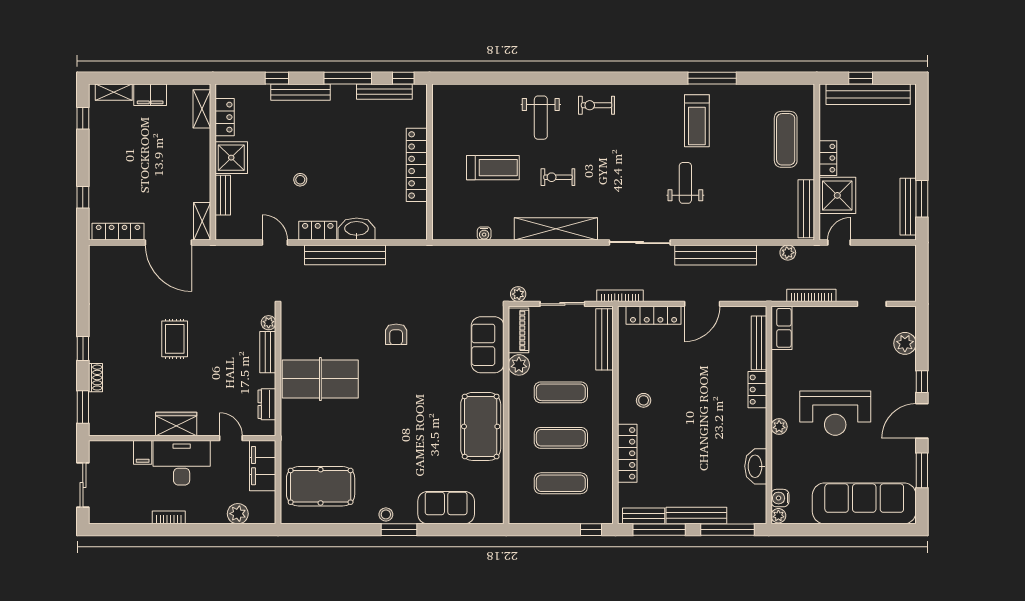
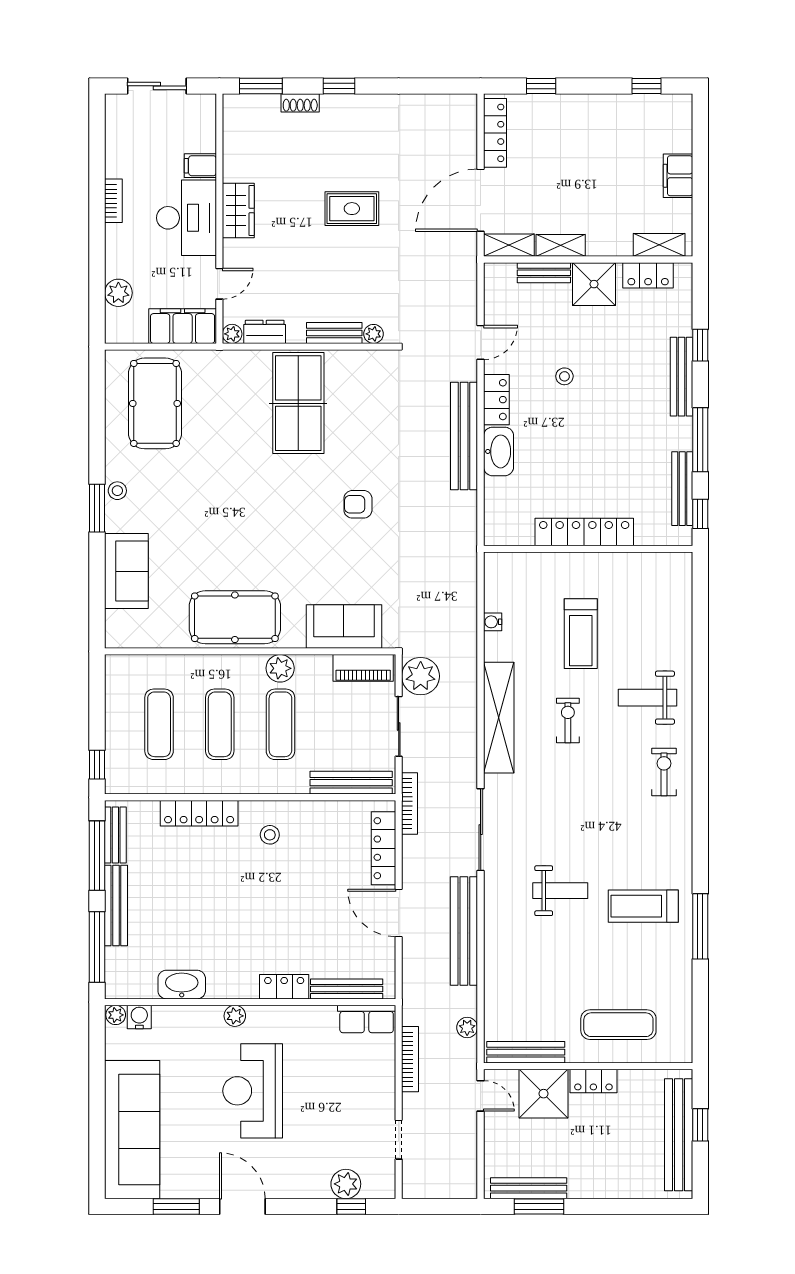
shelving: (114, 92) -> (561, 245), moved, turned 90
plant: (518, 294) -> (421, 676), width x1.88, depth x1.88
plant: (519, 365) -> (280, 668), moved
window: (922, 382) -> (351, 1206), moved
plant: (269, 429) -> (232, 334), added

